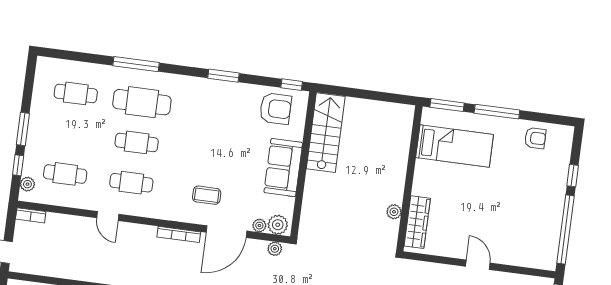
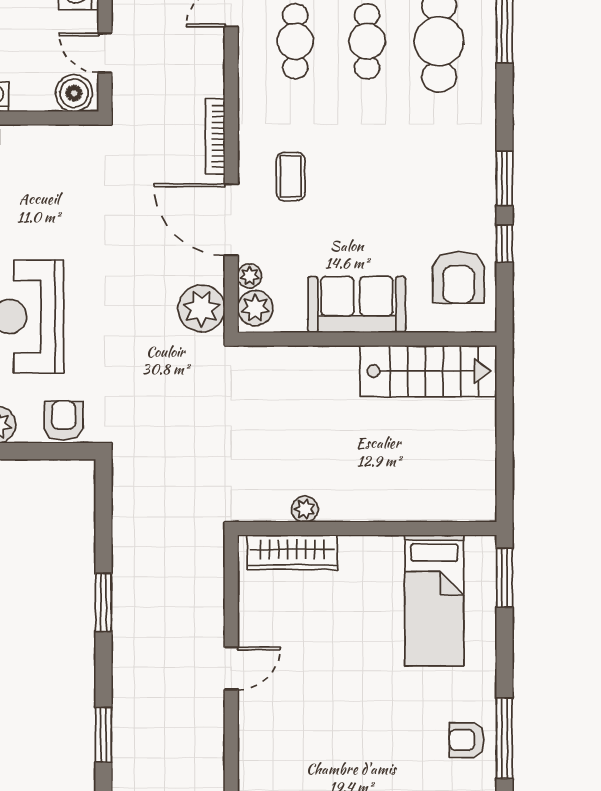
window: (292, 85) -> (504, 244), moved
window: (497, 112) -> (504, 738), moved
armchair: (535, 138) -> (467, 740), turned 90
plant: (275, 249) -> (201, 308), width x1.87, depth x1.87

